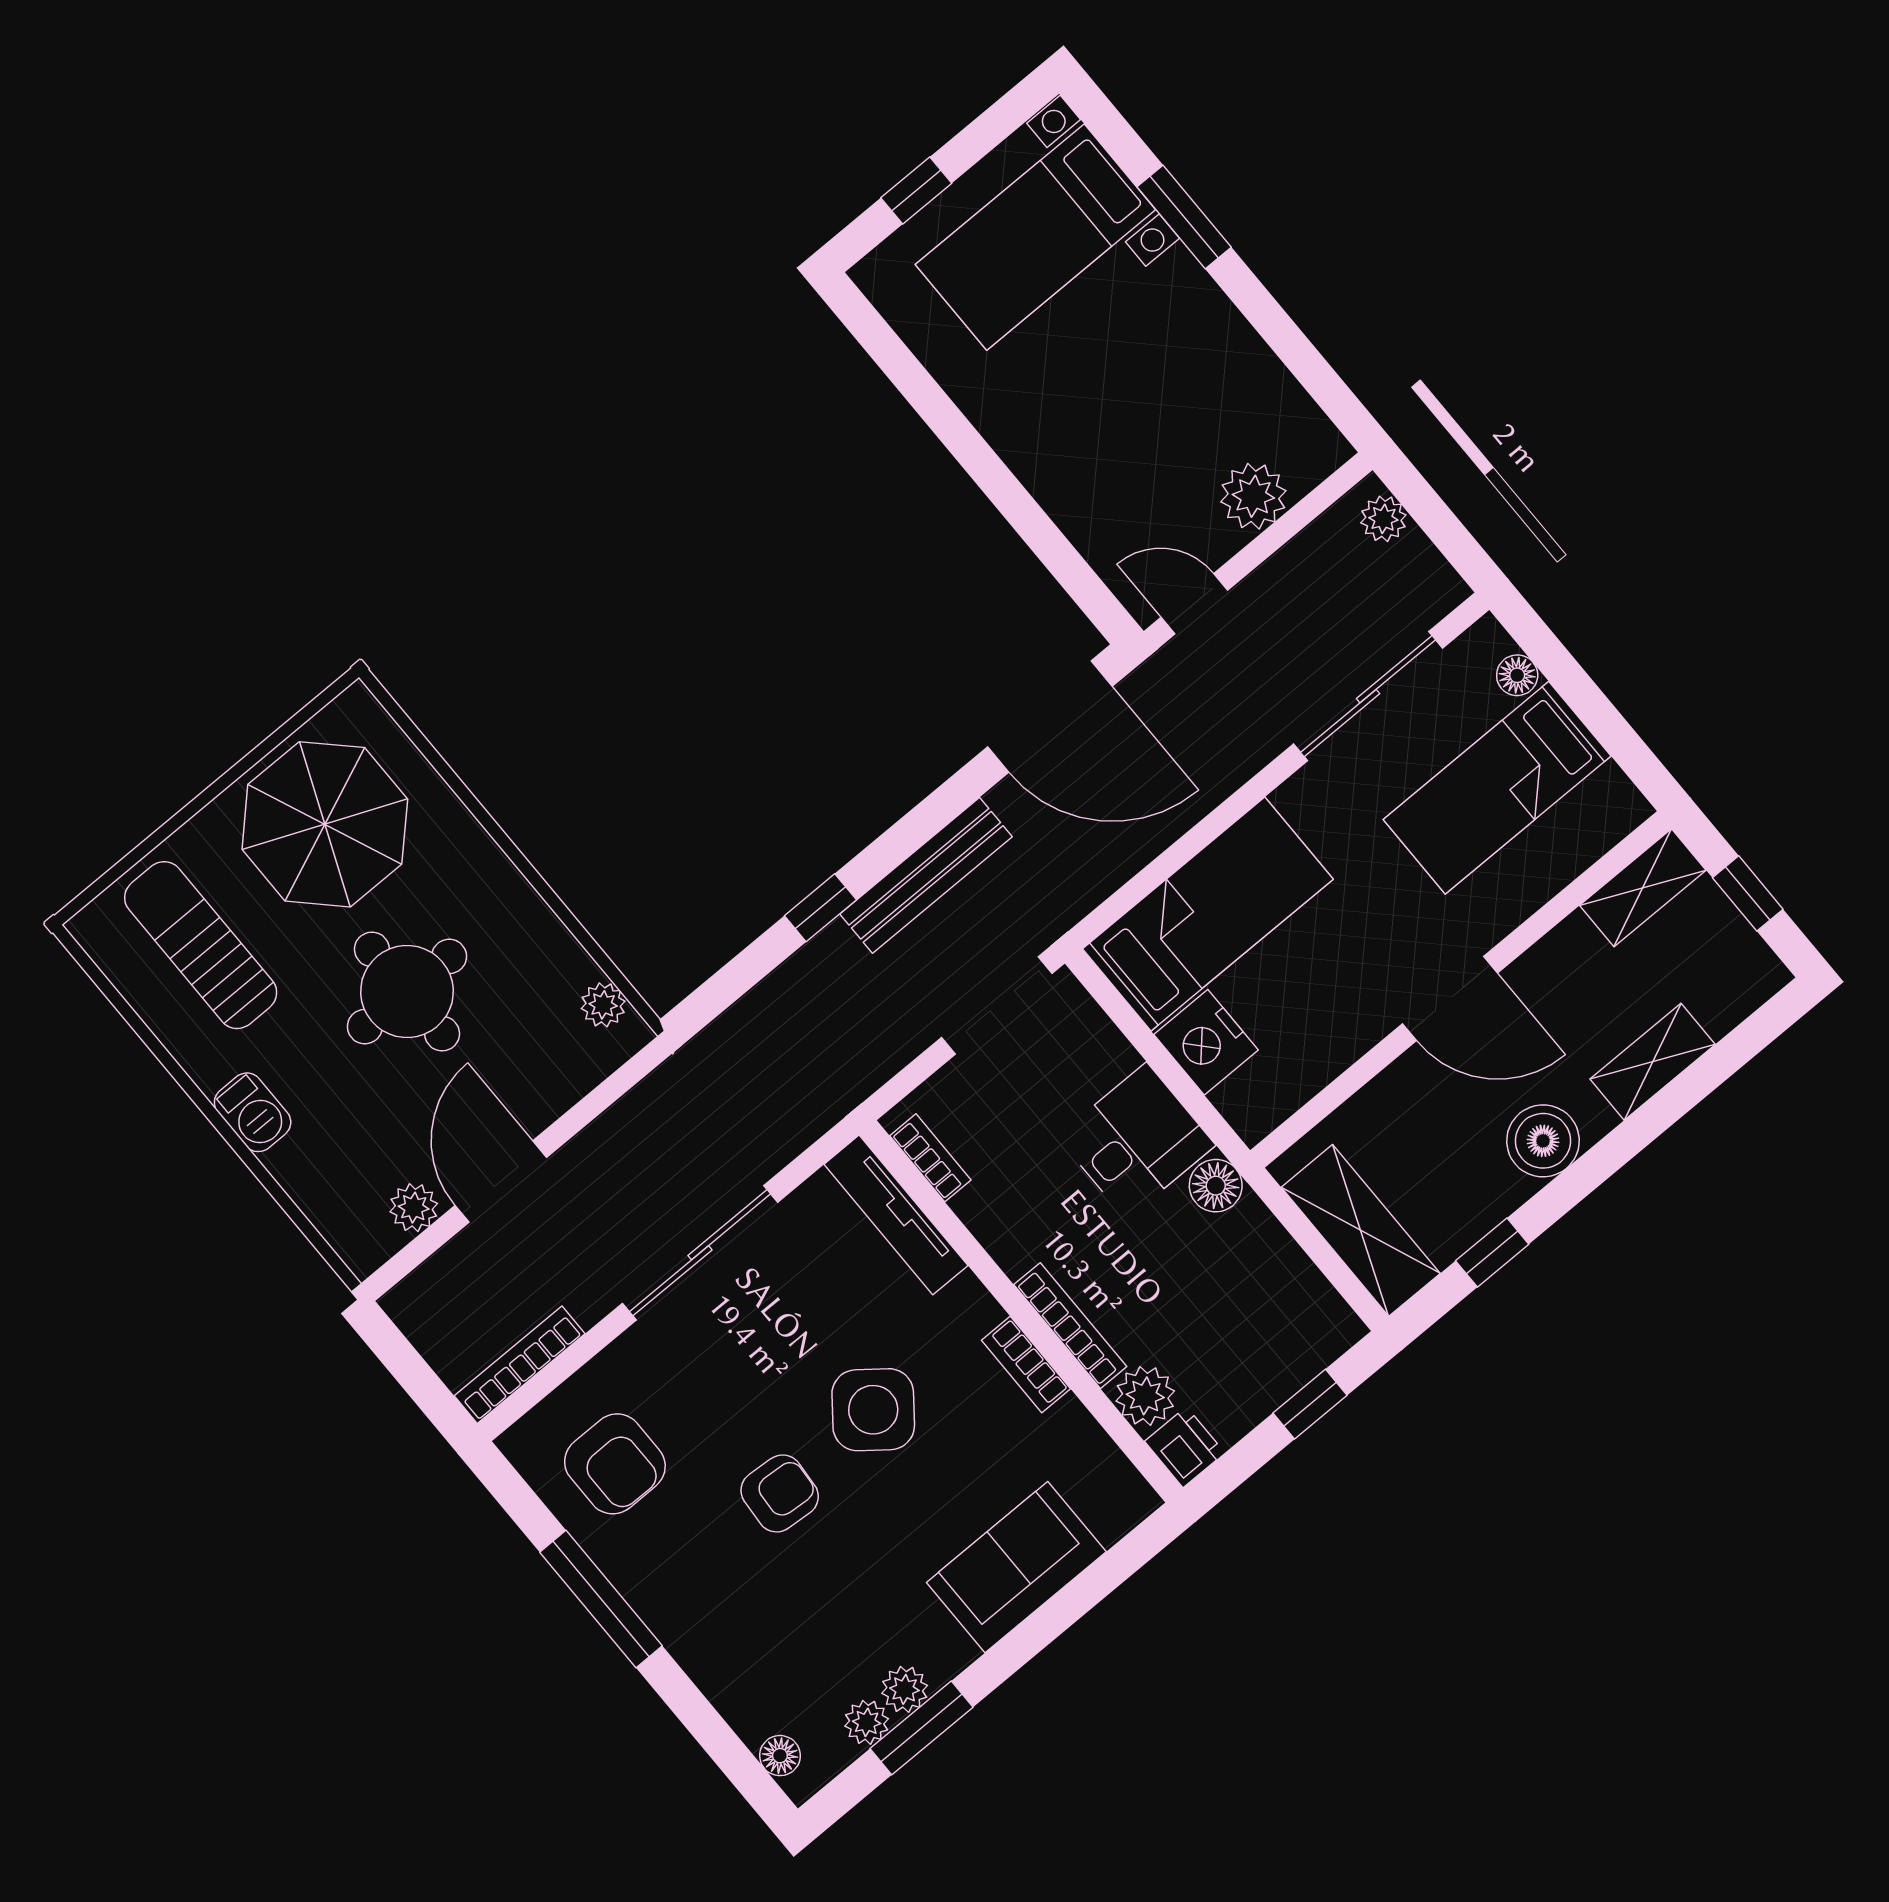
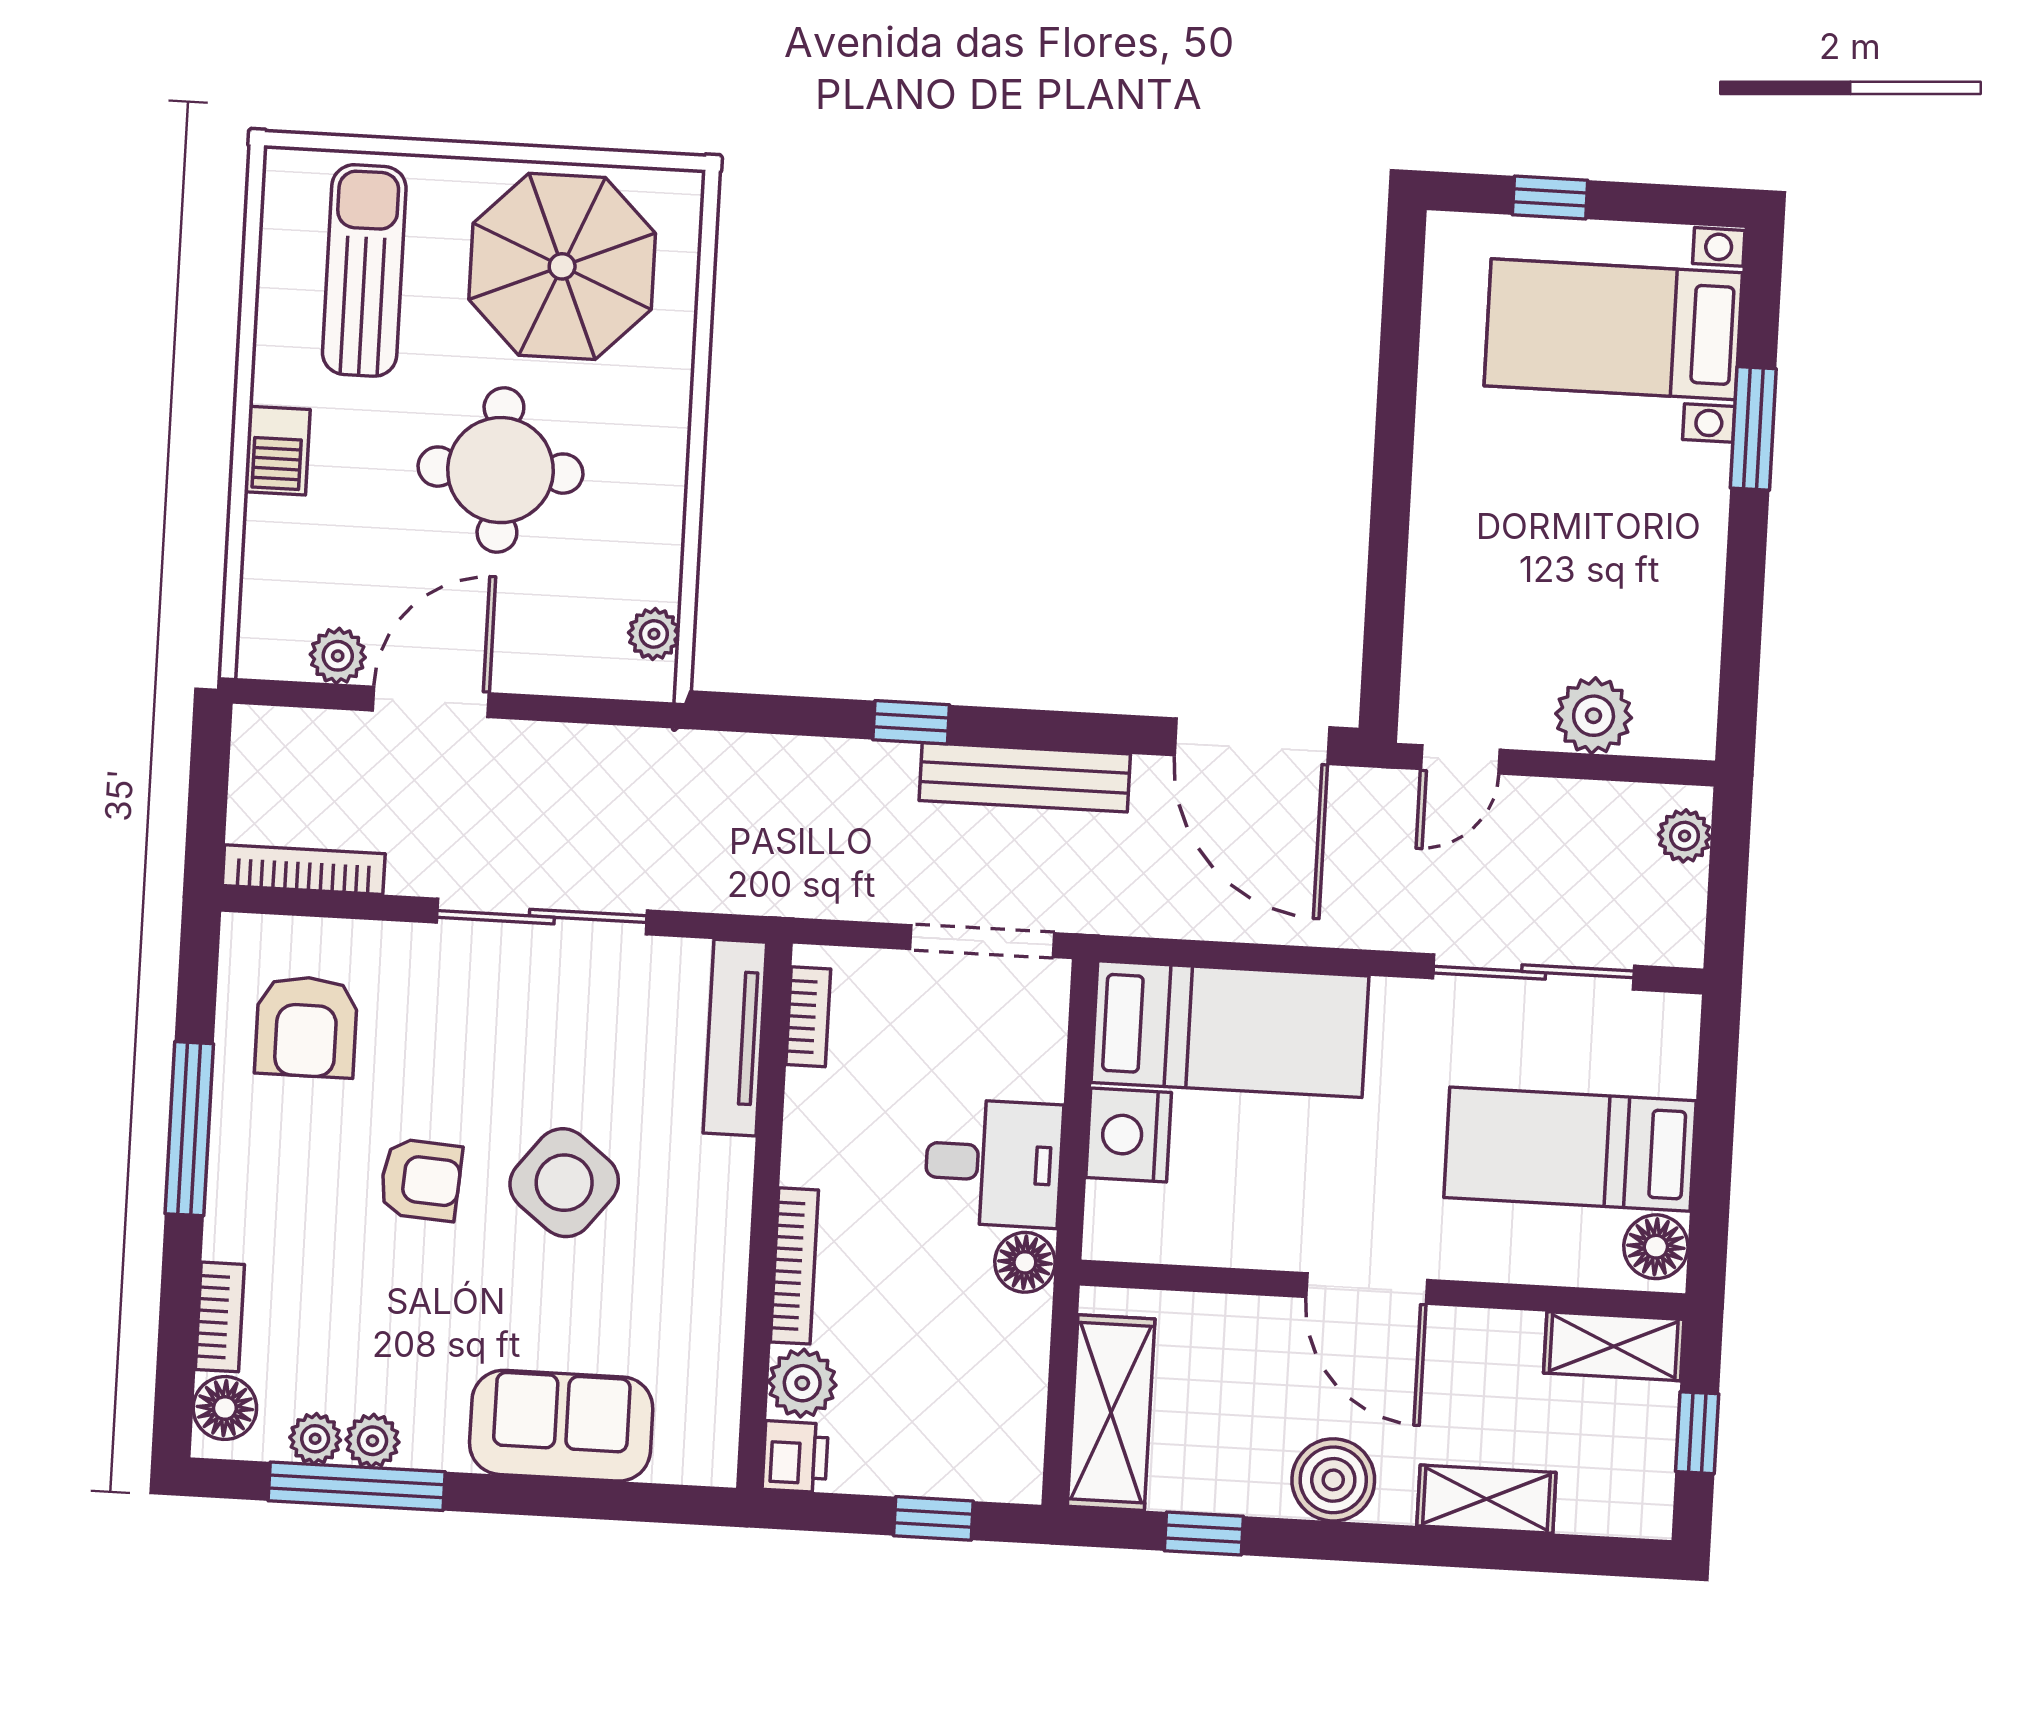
door: (1194, 604) -> (1460, 759), swing flipped
floor lamp: (1517, 675) -> (1656, 1247), moved, width x1.37, depth x1.37
bookcase: (1026, 1365) -> (220, 1317), moved, turned 180
window: (922, 1728) -> (357, 1486), width x1.44
floor lamp: (780, 1756) -> (225, 1408), width x1.37, depth x1.37

